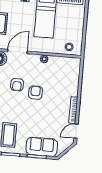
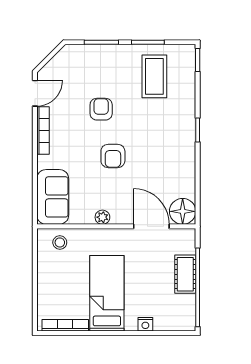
door: (17, 52) -> (151, 226), swing flipped
armchair: (17, 85) -> (101, 109), moved
sofa: (42, 147) -> (53, 197), moved, turned -90

